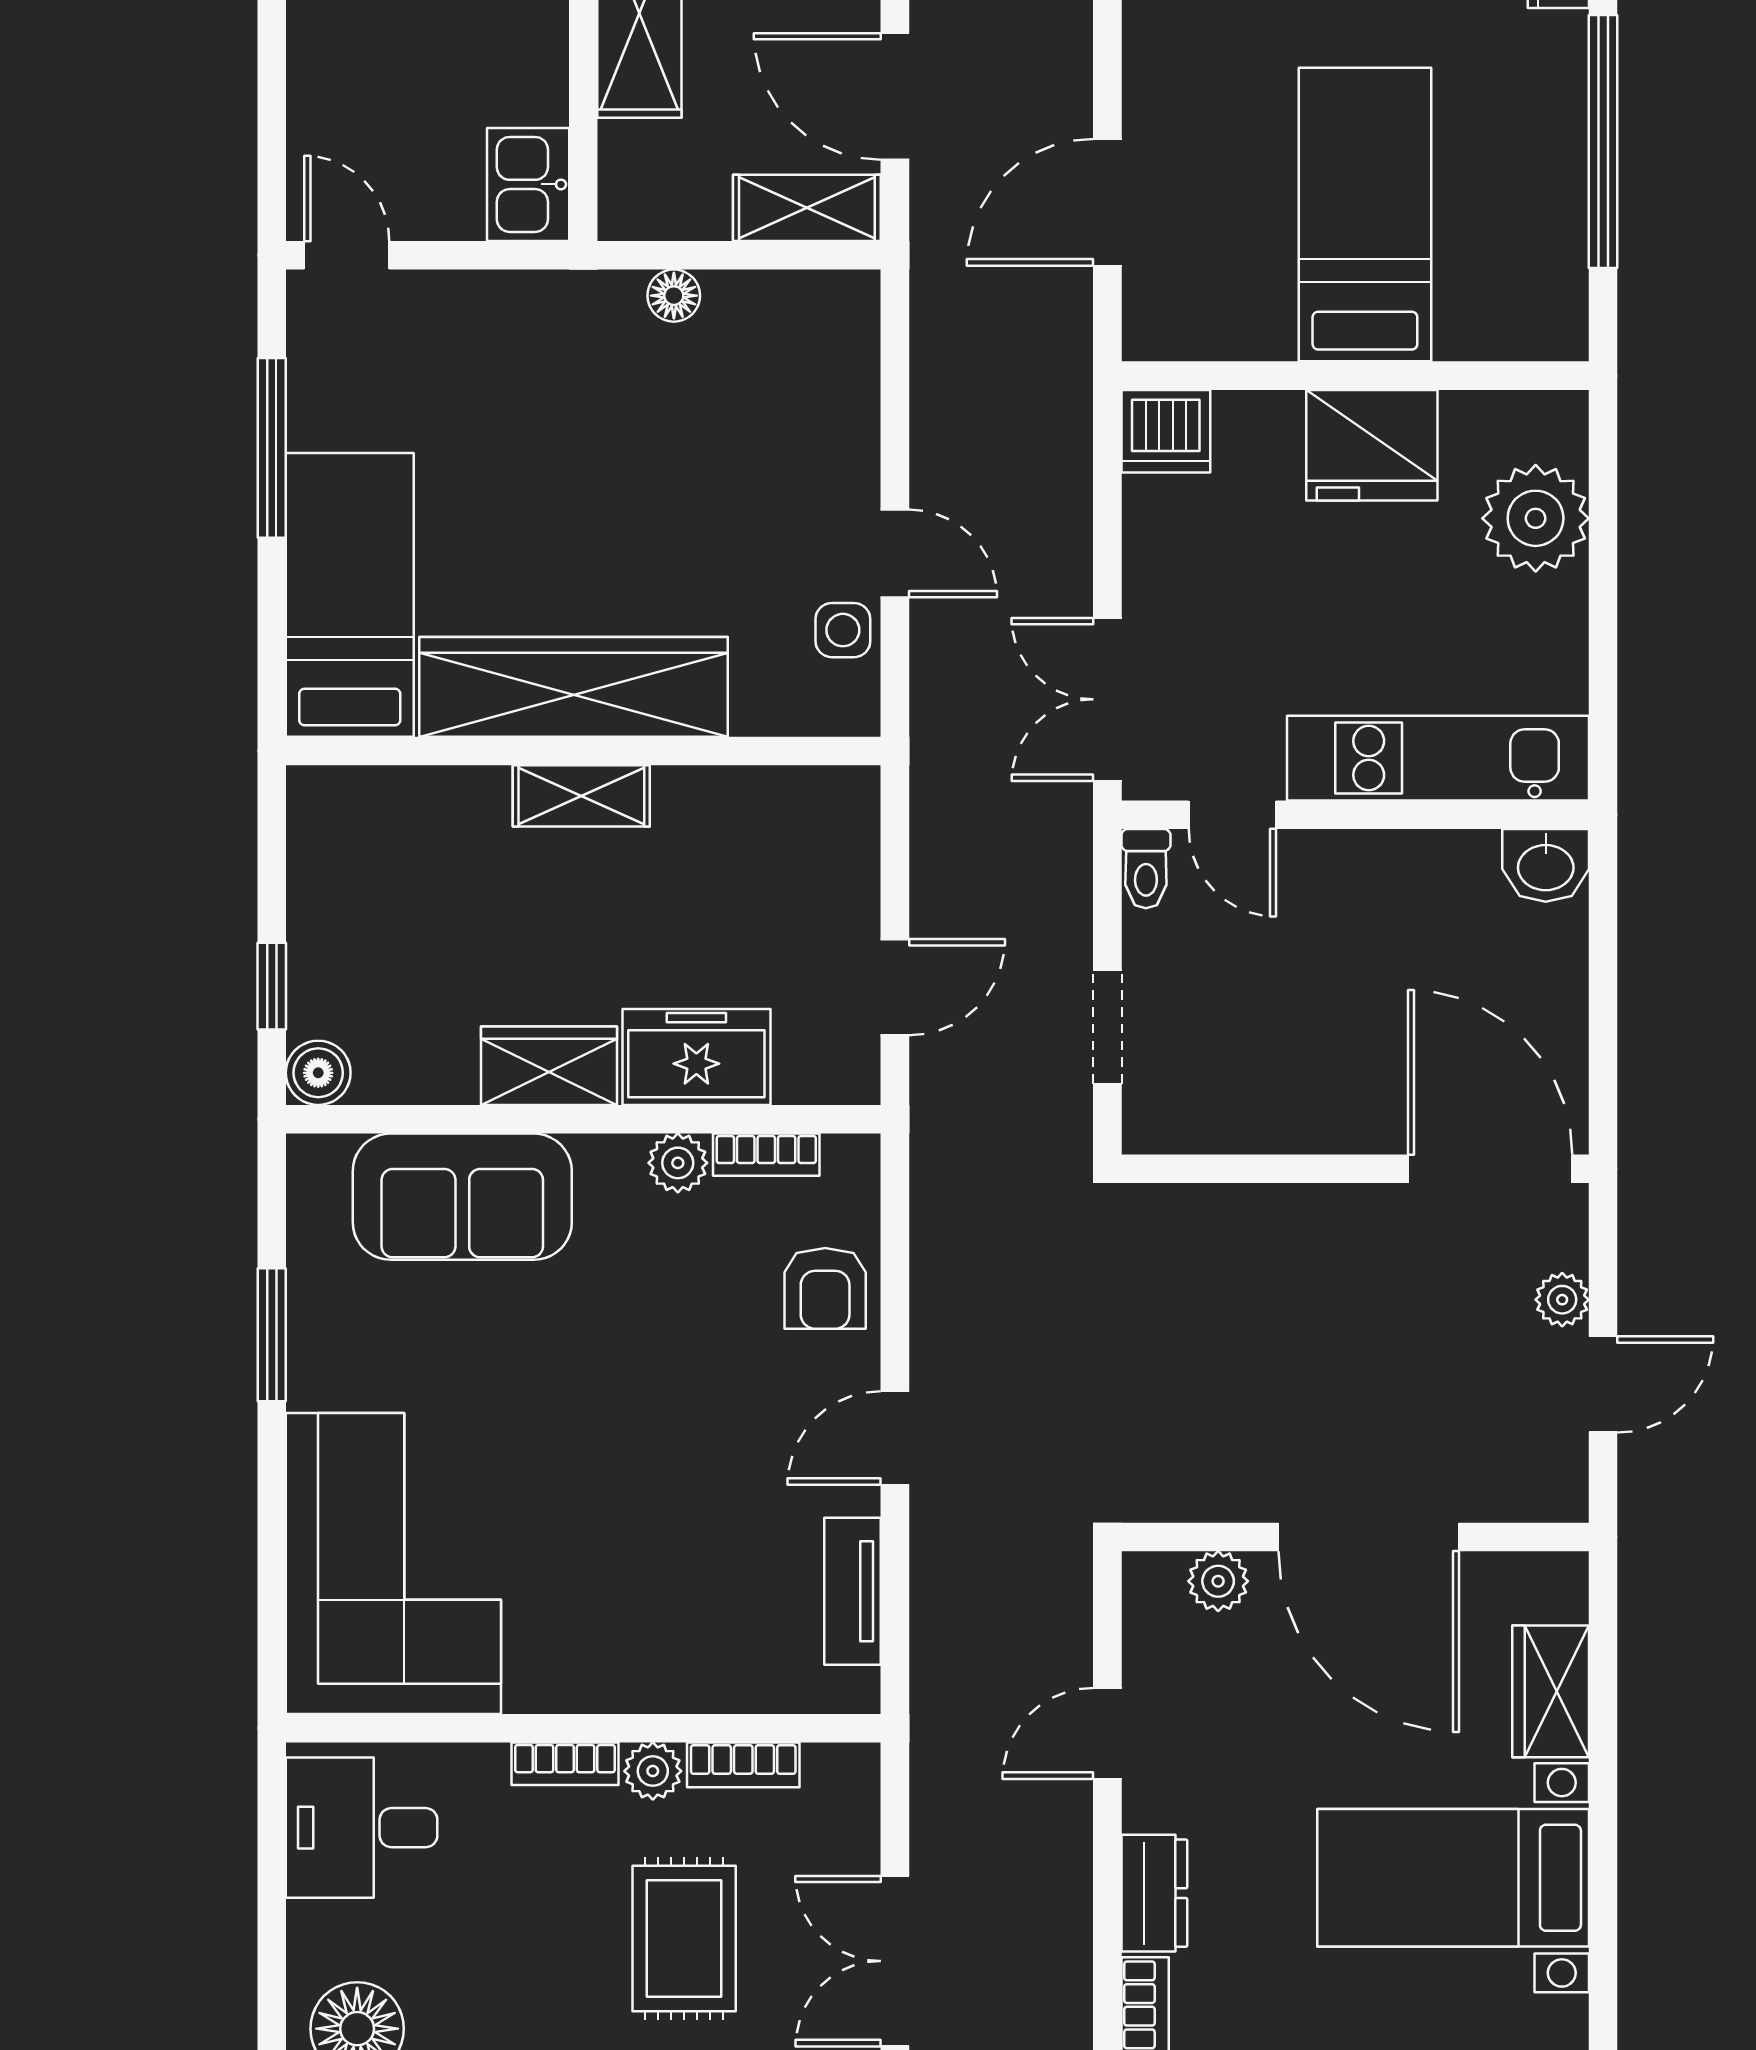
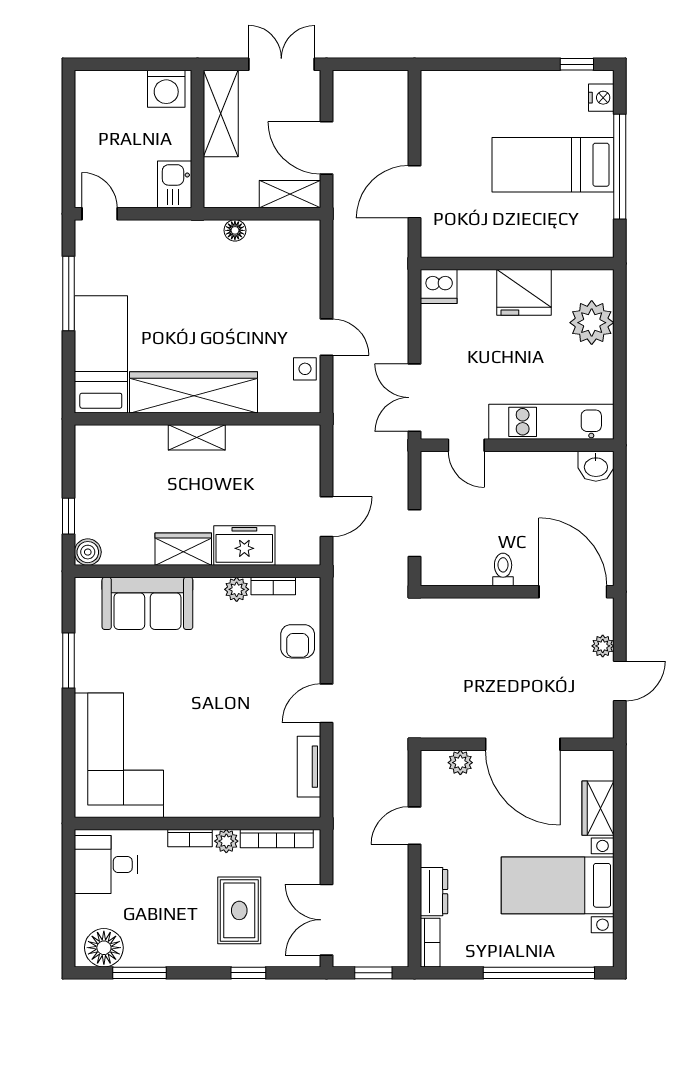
bed: (1365, 215) -> (553, 165), moved, turned -90
toilet: (1146, 869) -> (503, 569), moved, turned 180
bookcase: (743, 1765) -> (277, 839), width x1.56

